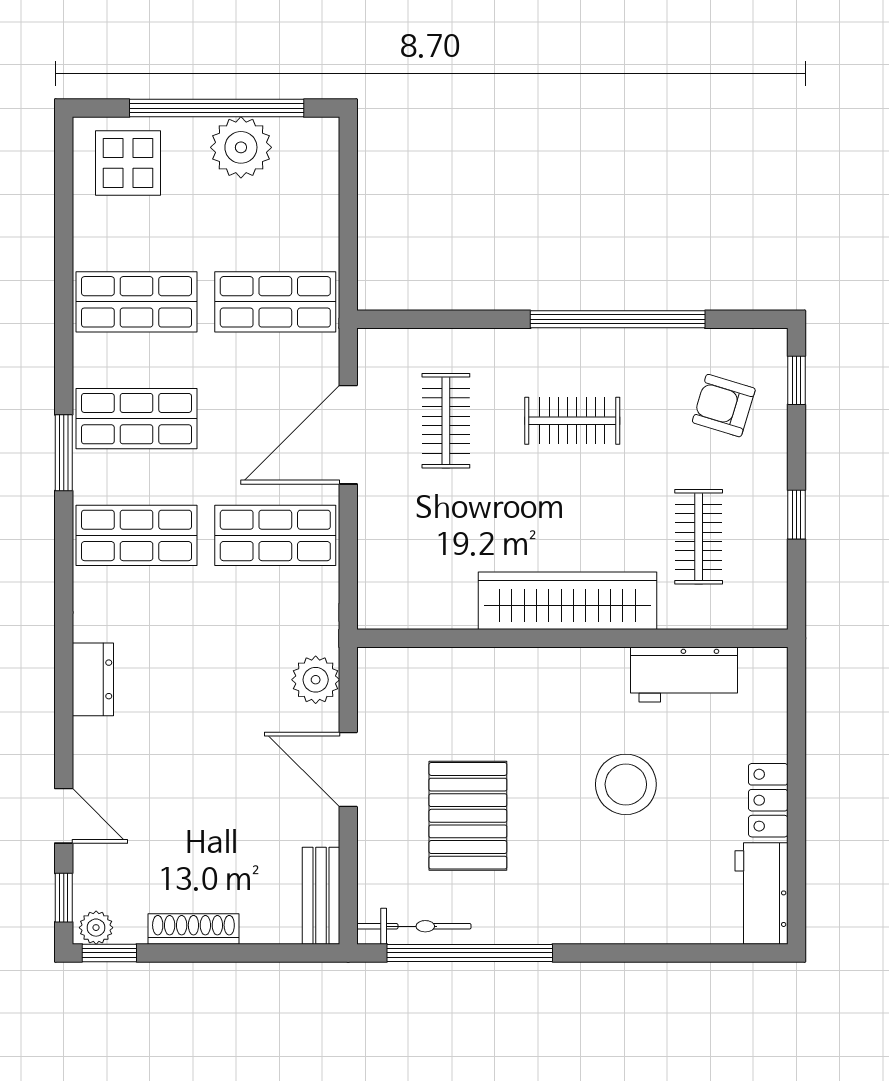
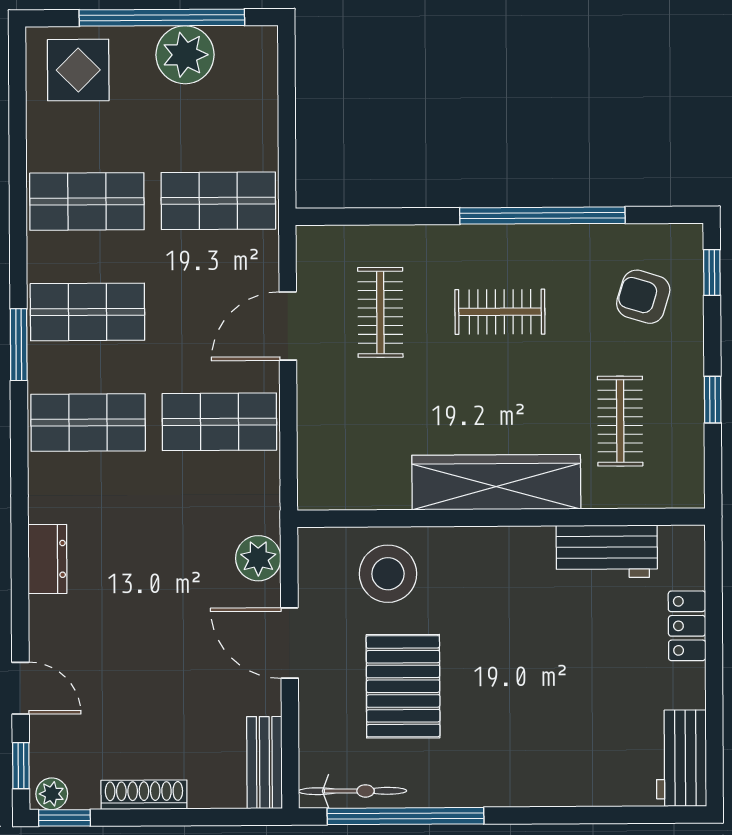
door: (348, 435) -> (288, 326), width x0.73
stool: (626, 784) -> (388, 574), moved
locker: (768, 800) -> (687, 626), moved

